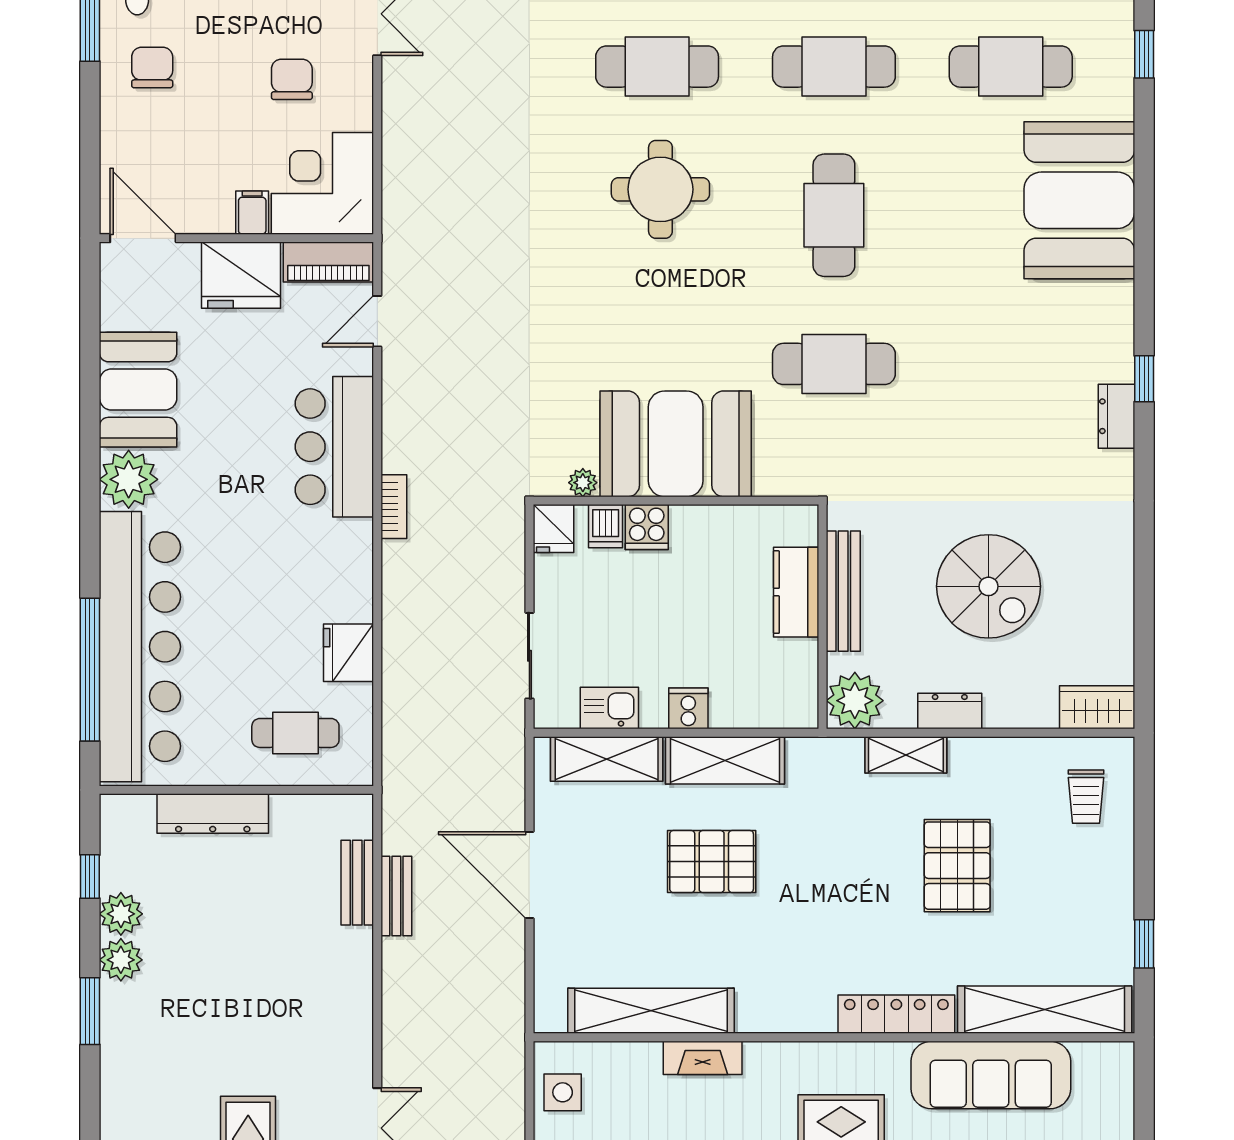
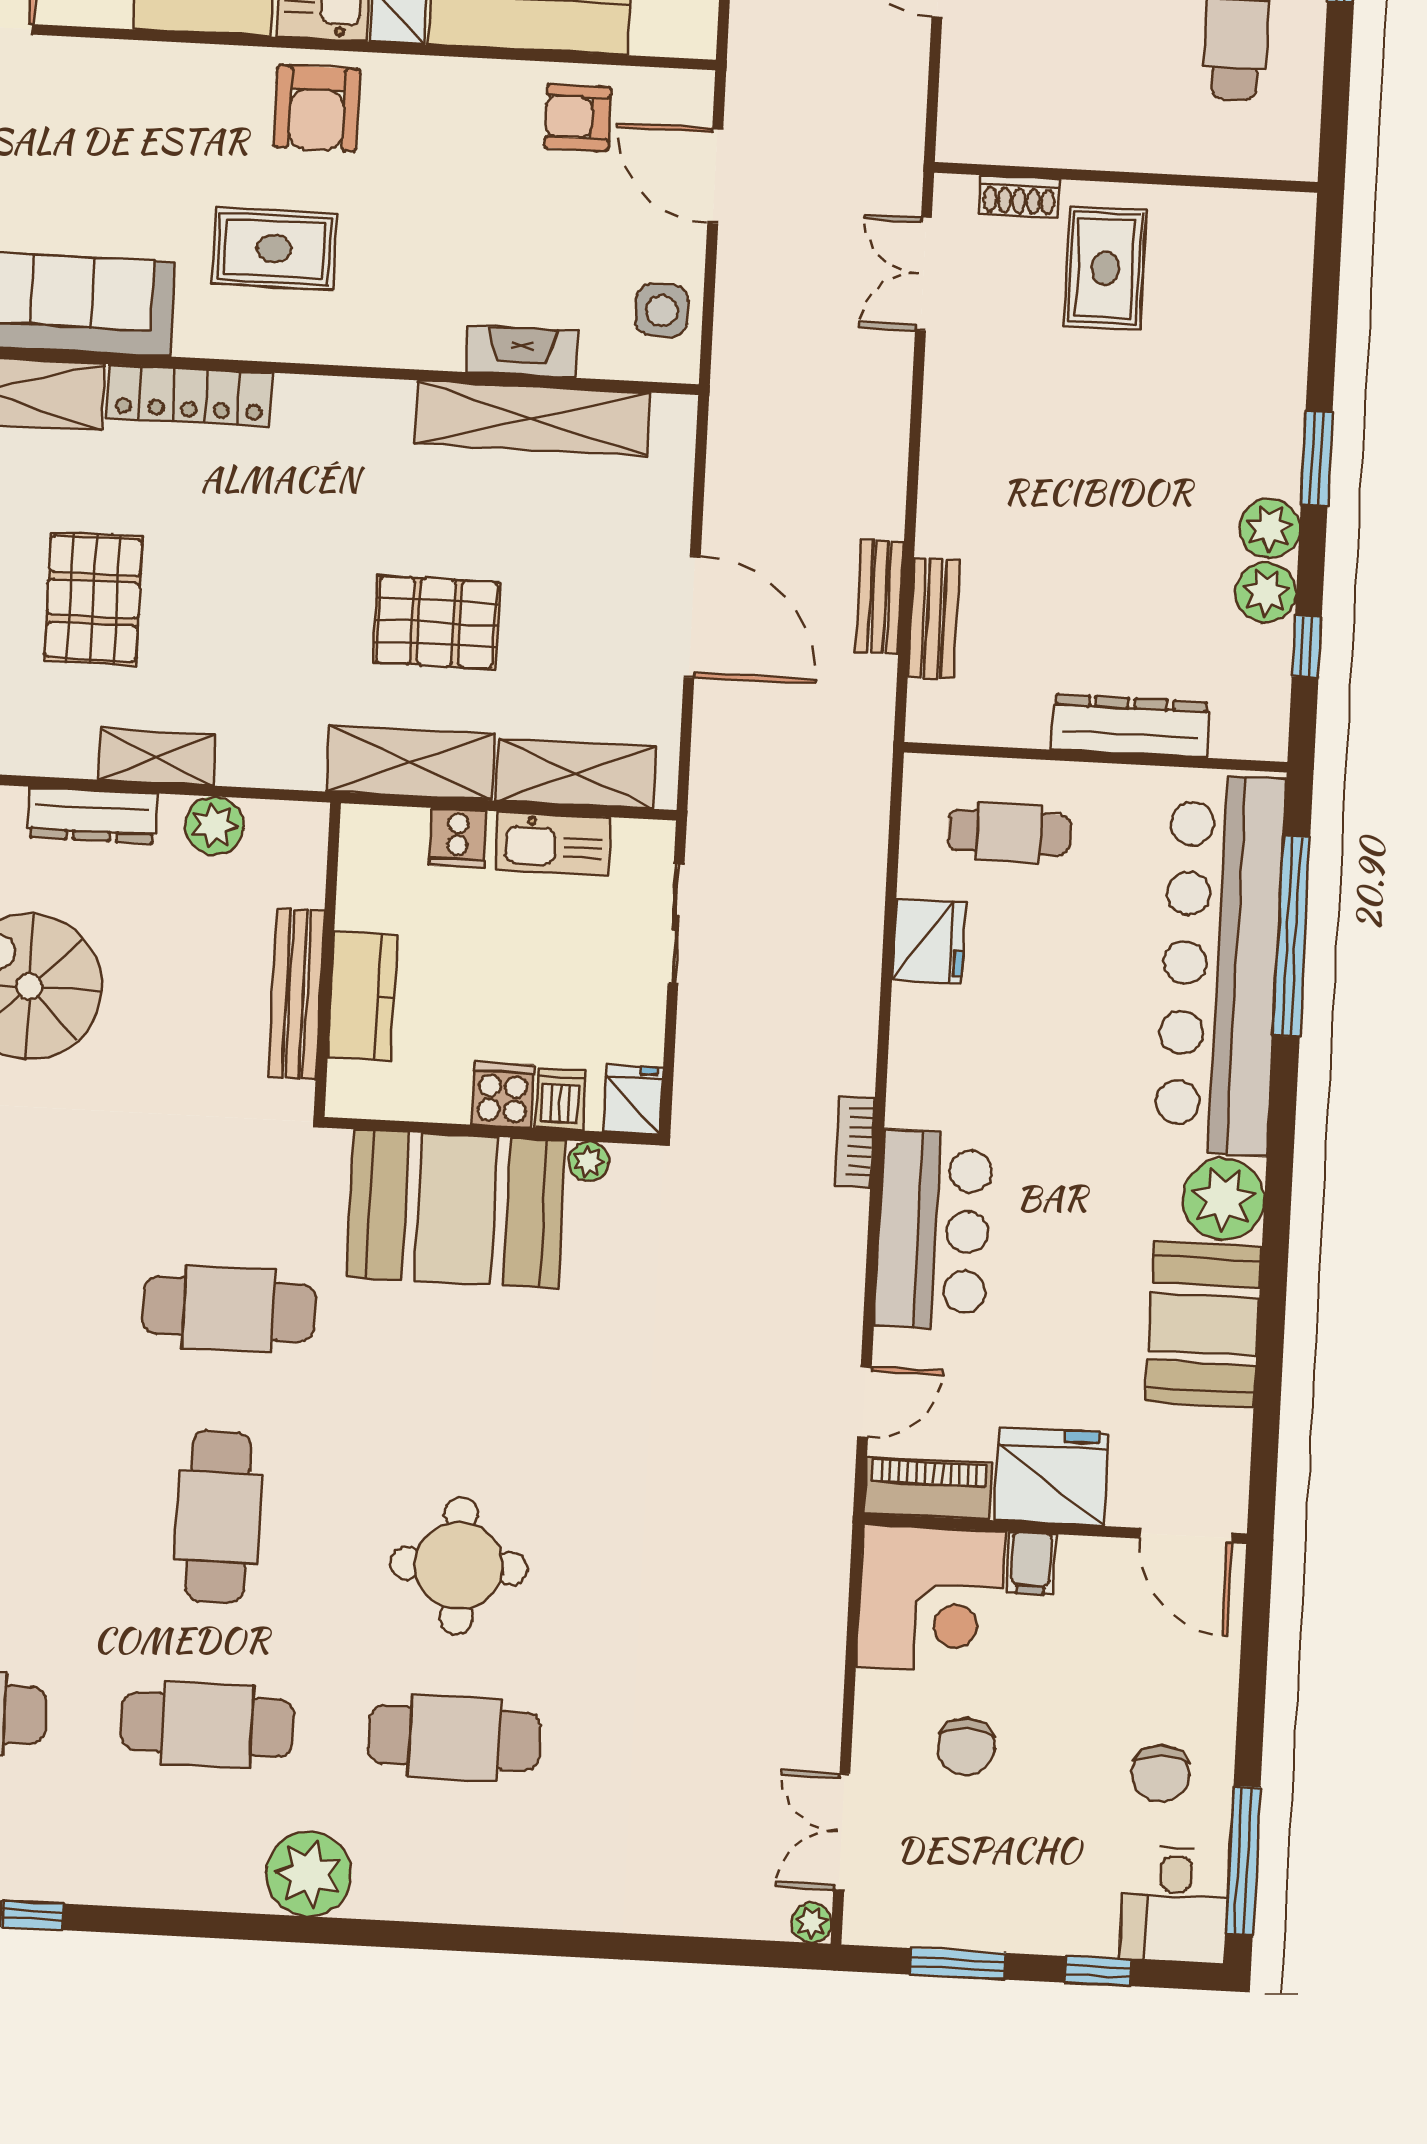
bench: (843, 591) -> (297, 994), moved
kitchen counter: (796, 592) -> (362, 996), moved
wall: (823, 617) -> (327, 960), moved
plant: (855, 701) -> (214, 826), width x0.73, depth x0.73
kitchen sink: (609, 708) -> (553, 844), width x1.38
dresser: (950, 711) -> (92, 815), width x1.44
fireplace: (703, 1058) -> (522, 352), moved

